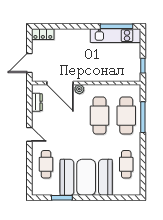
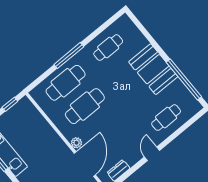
window: (143, 117) -> (69, 56), moved
booth: (86, 177) -> (153, 69), width x0.73, depth x0.70
window: (62, 198) -> (184, 79), width x2.11

